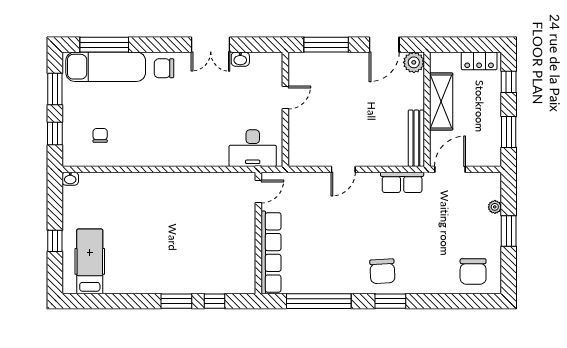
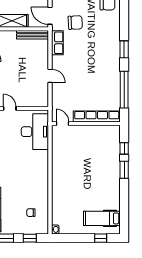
desk: (253, 148) -> (35, 132), width x1.36, depth x1.30
window: (55, 241) -> (101, 238), moved
chair: (382, 271) -> (75, 22), moved

